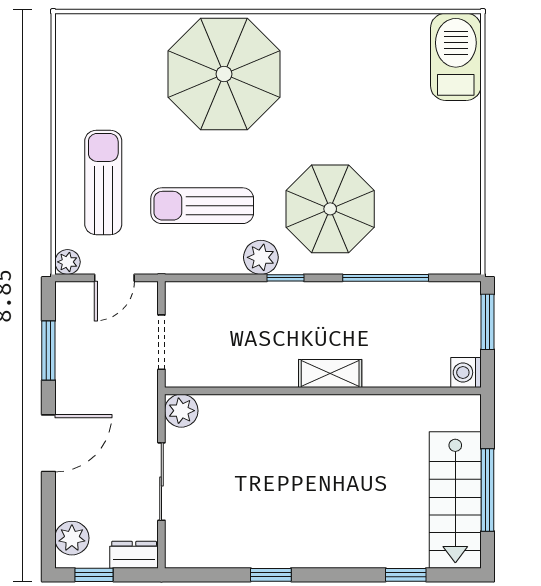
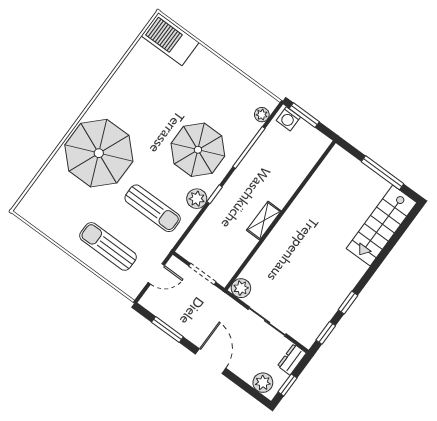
sun lounger: (202, 206) -> (153, 208), turned -90
plant: (67, 262) -> (262, 115), moved
door: (114, 278) -> (156, 274), hinge flipped
washing machine: (466, 372) -> (288, 119), moved
shelving: (330, 373) -> (264, 221), moved
stairs: (455, 500) -> (382, 226), moved, turned 90
window: (406, 575) -> (326, 333), moved

